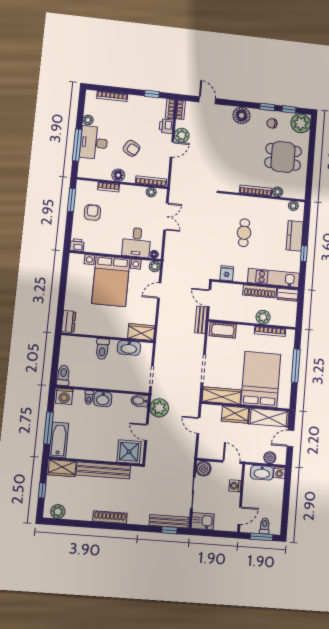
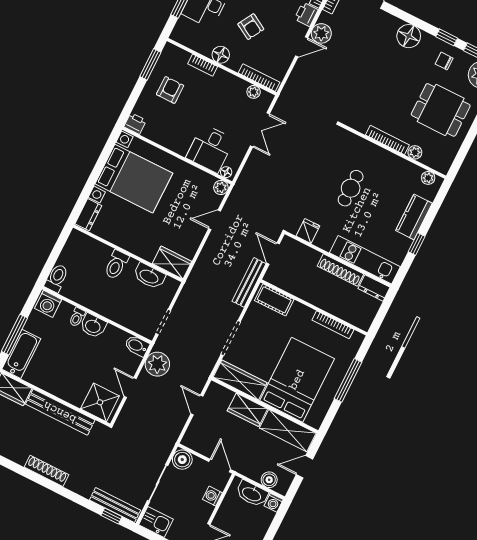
bed with nightstands: (111, 281) -> (134, 179), moved, turned -90
plant: (263, 317) -> (331, 304), removed
bench: (201, 320) -> (249, 282), width x1.36

